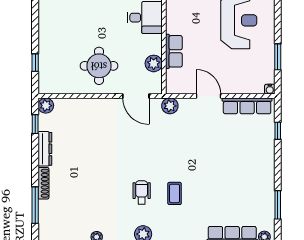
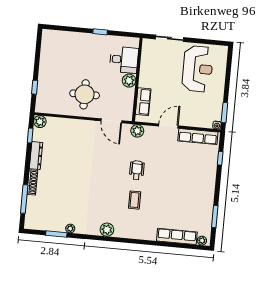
row of seats: (174, 51) -> (143, 102), moved
window: (278, 57) -> (224, 113), moved
plant: (154, 63) -> (129, 81), moved
door: (209, 96) -> (168, 126), hinge flipped
wheelchair: (142, 192) -> (137, 170), moved

